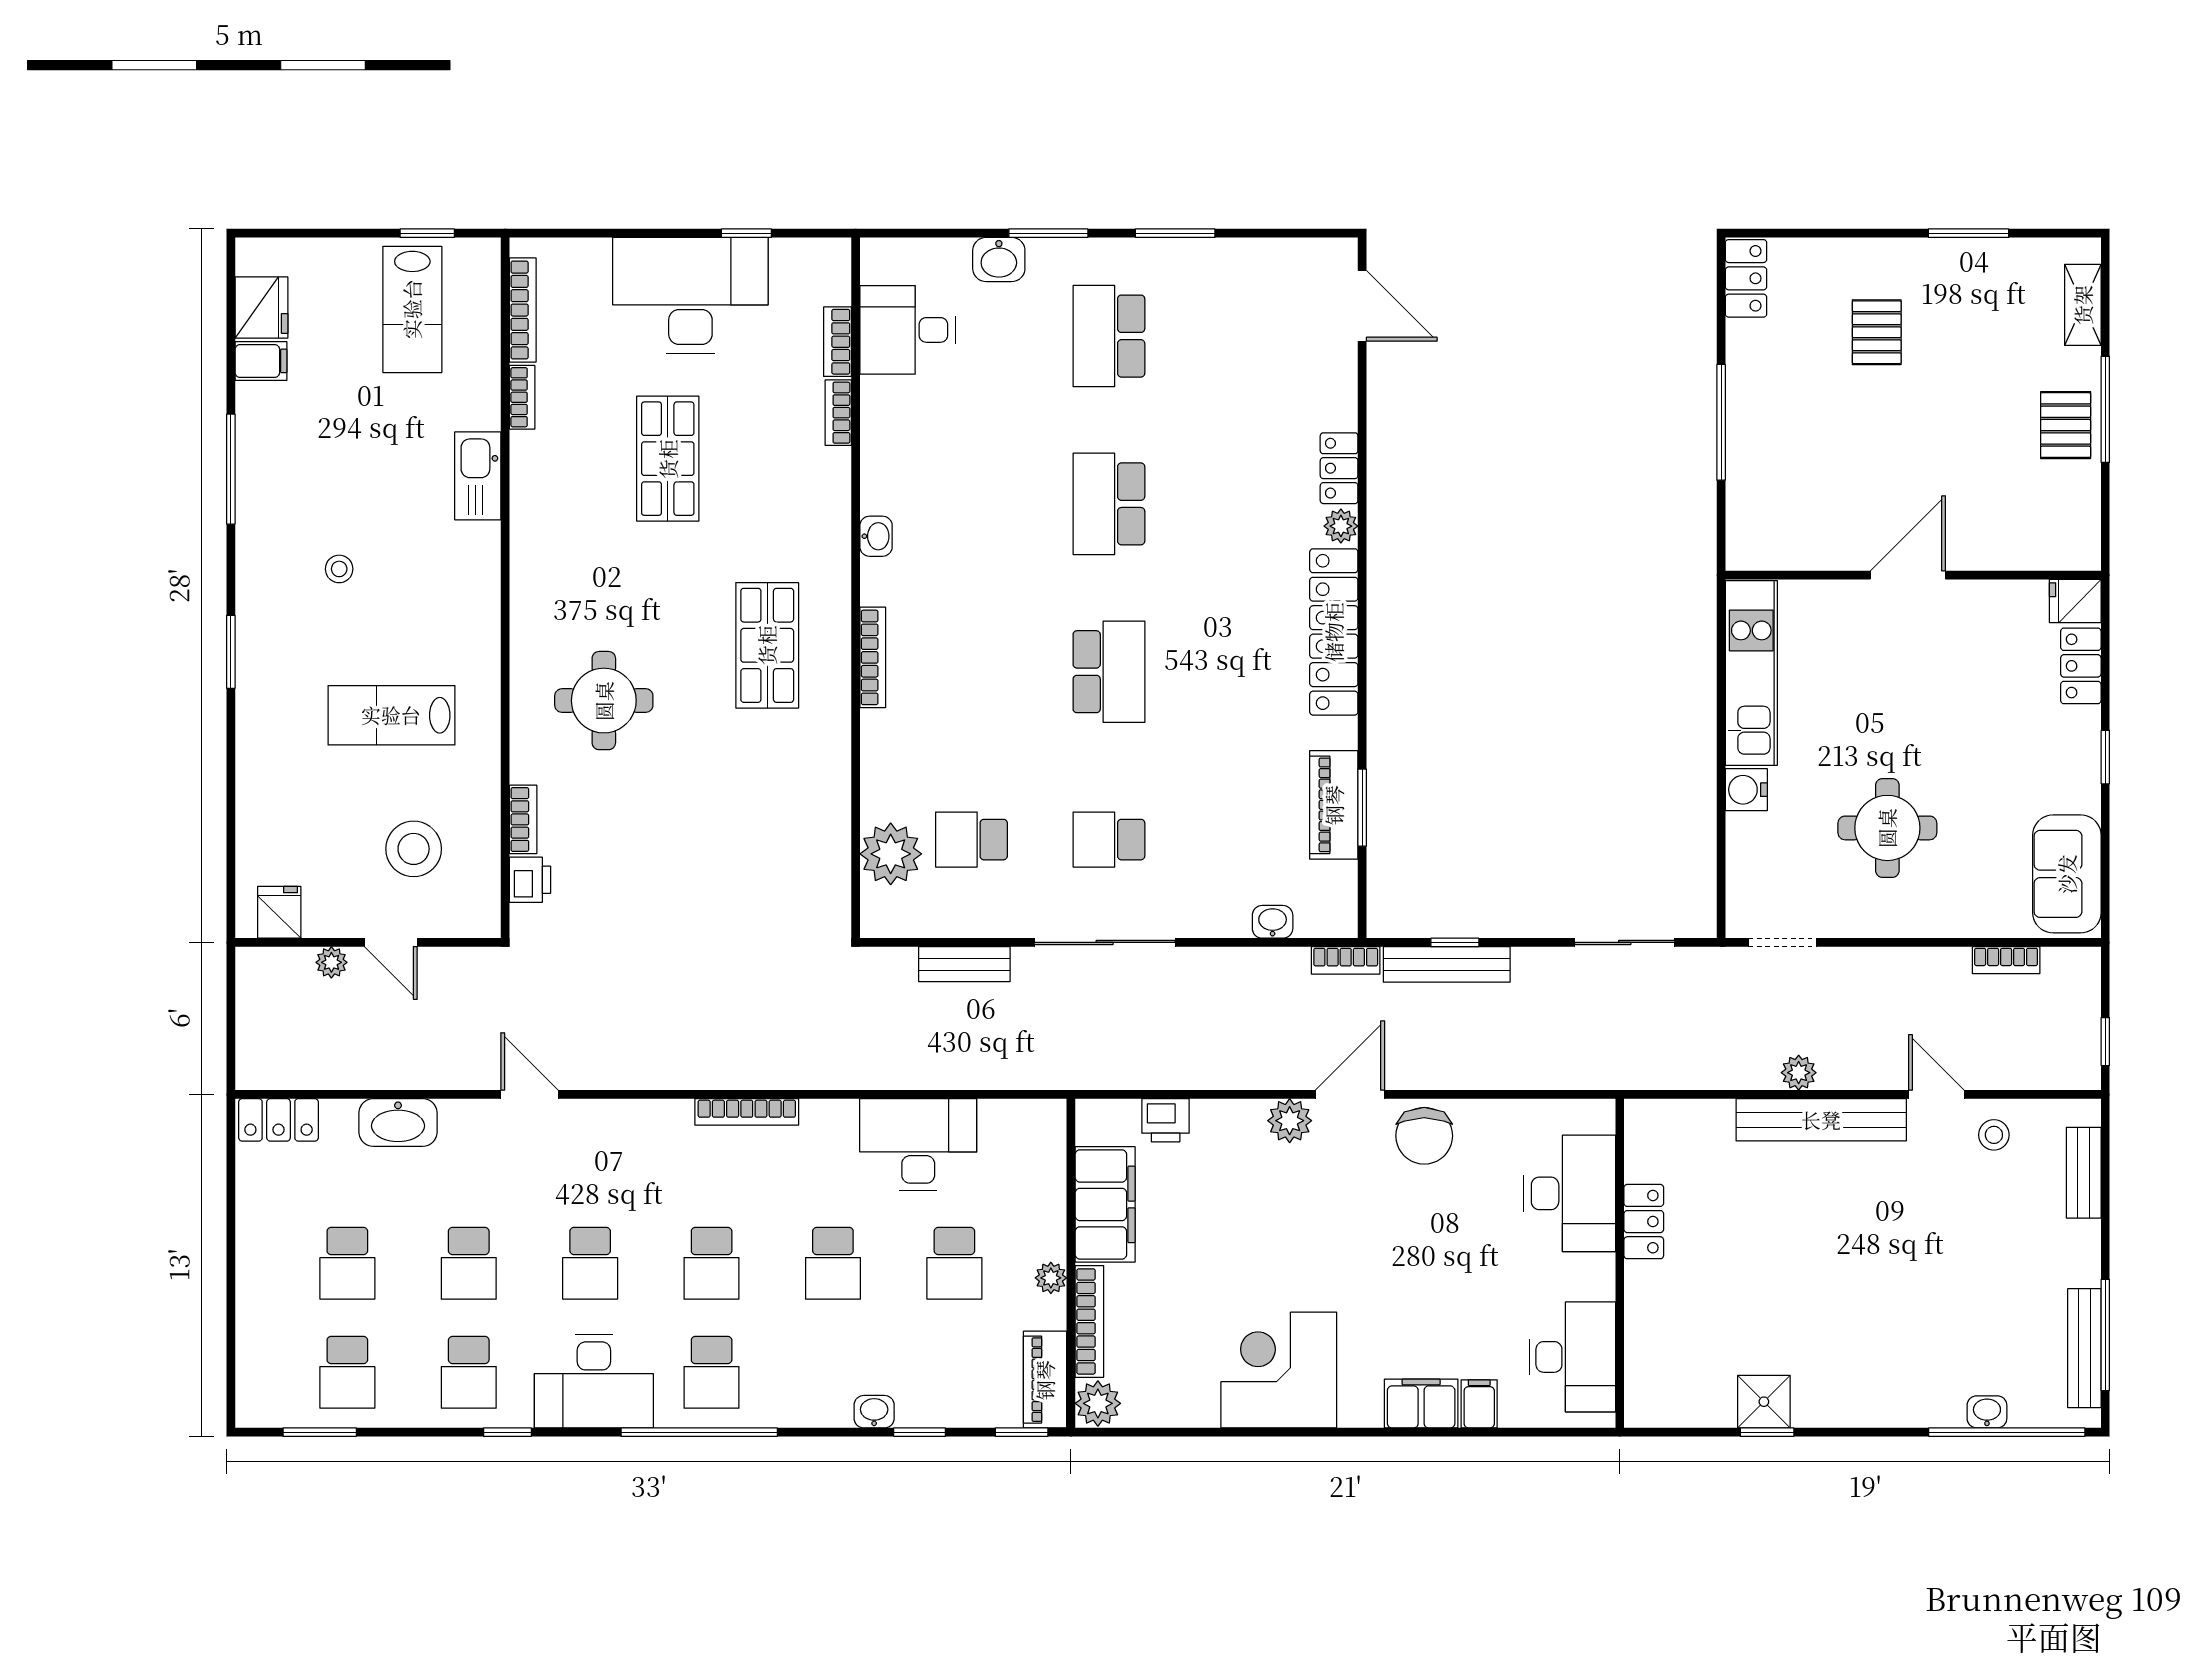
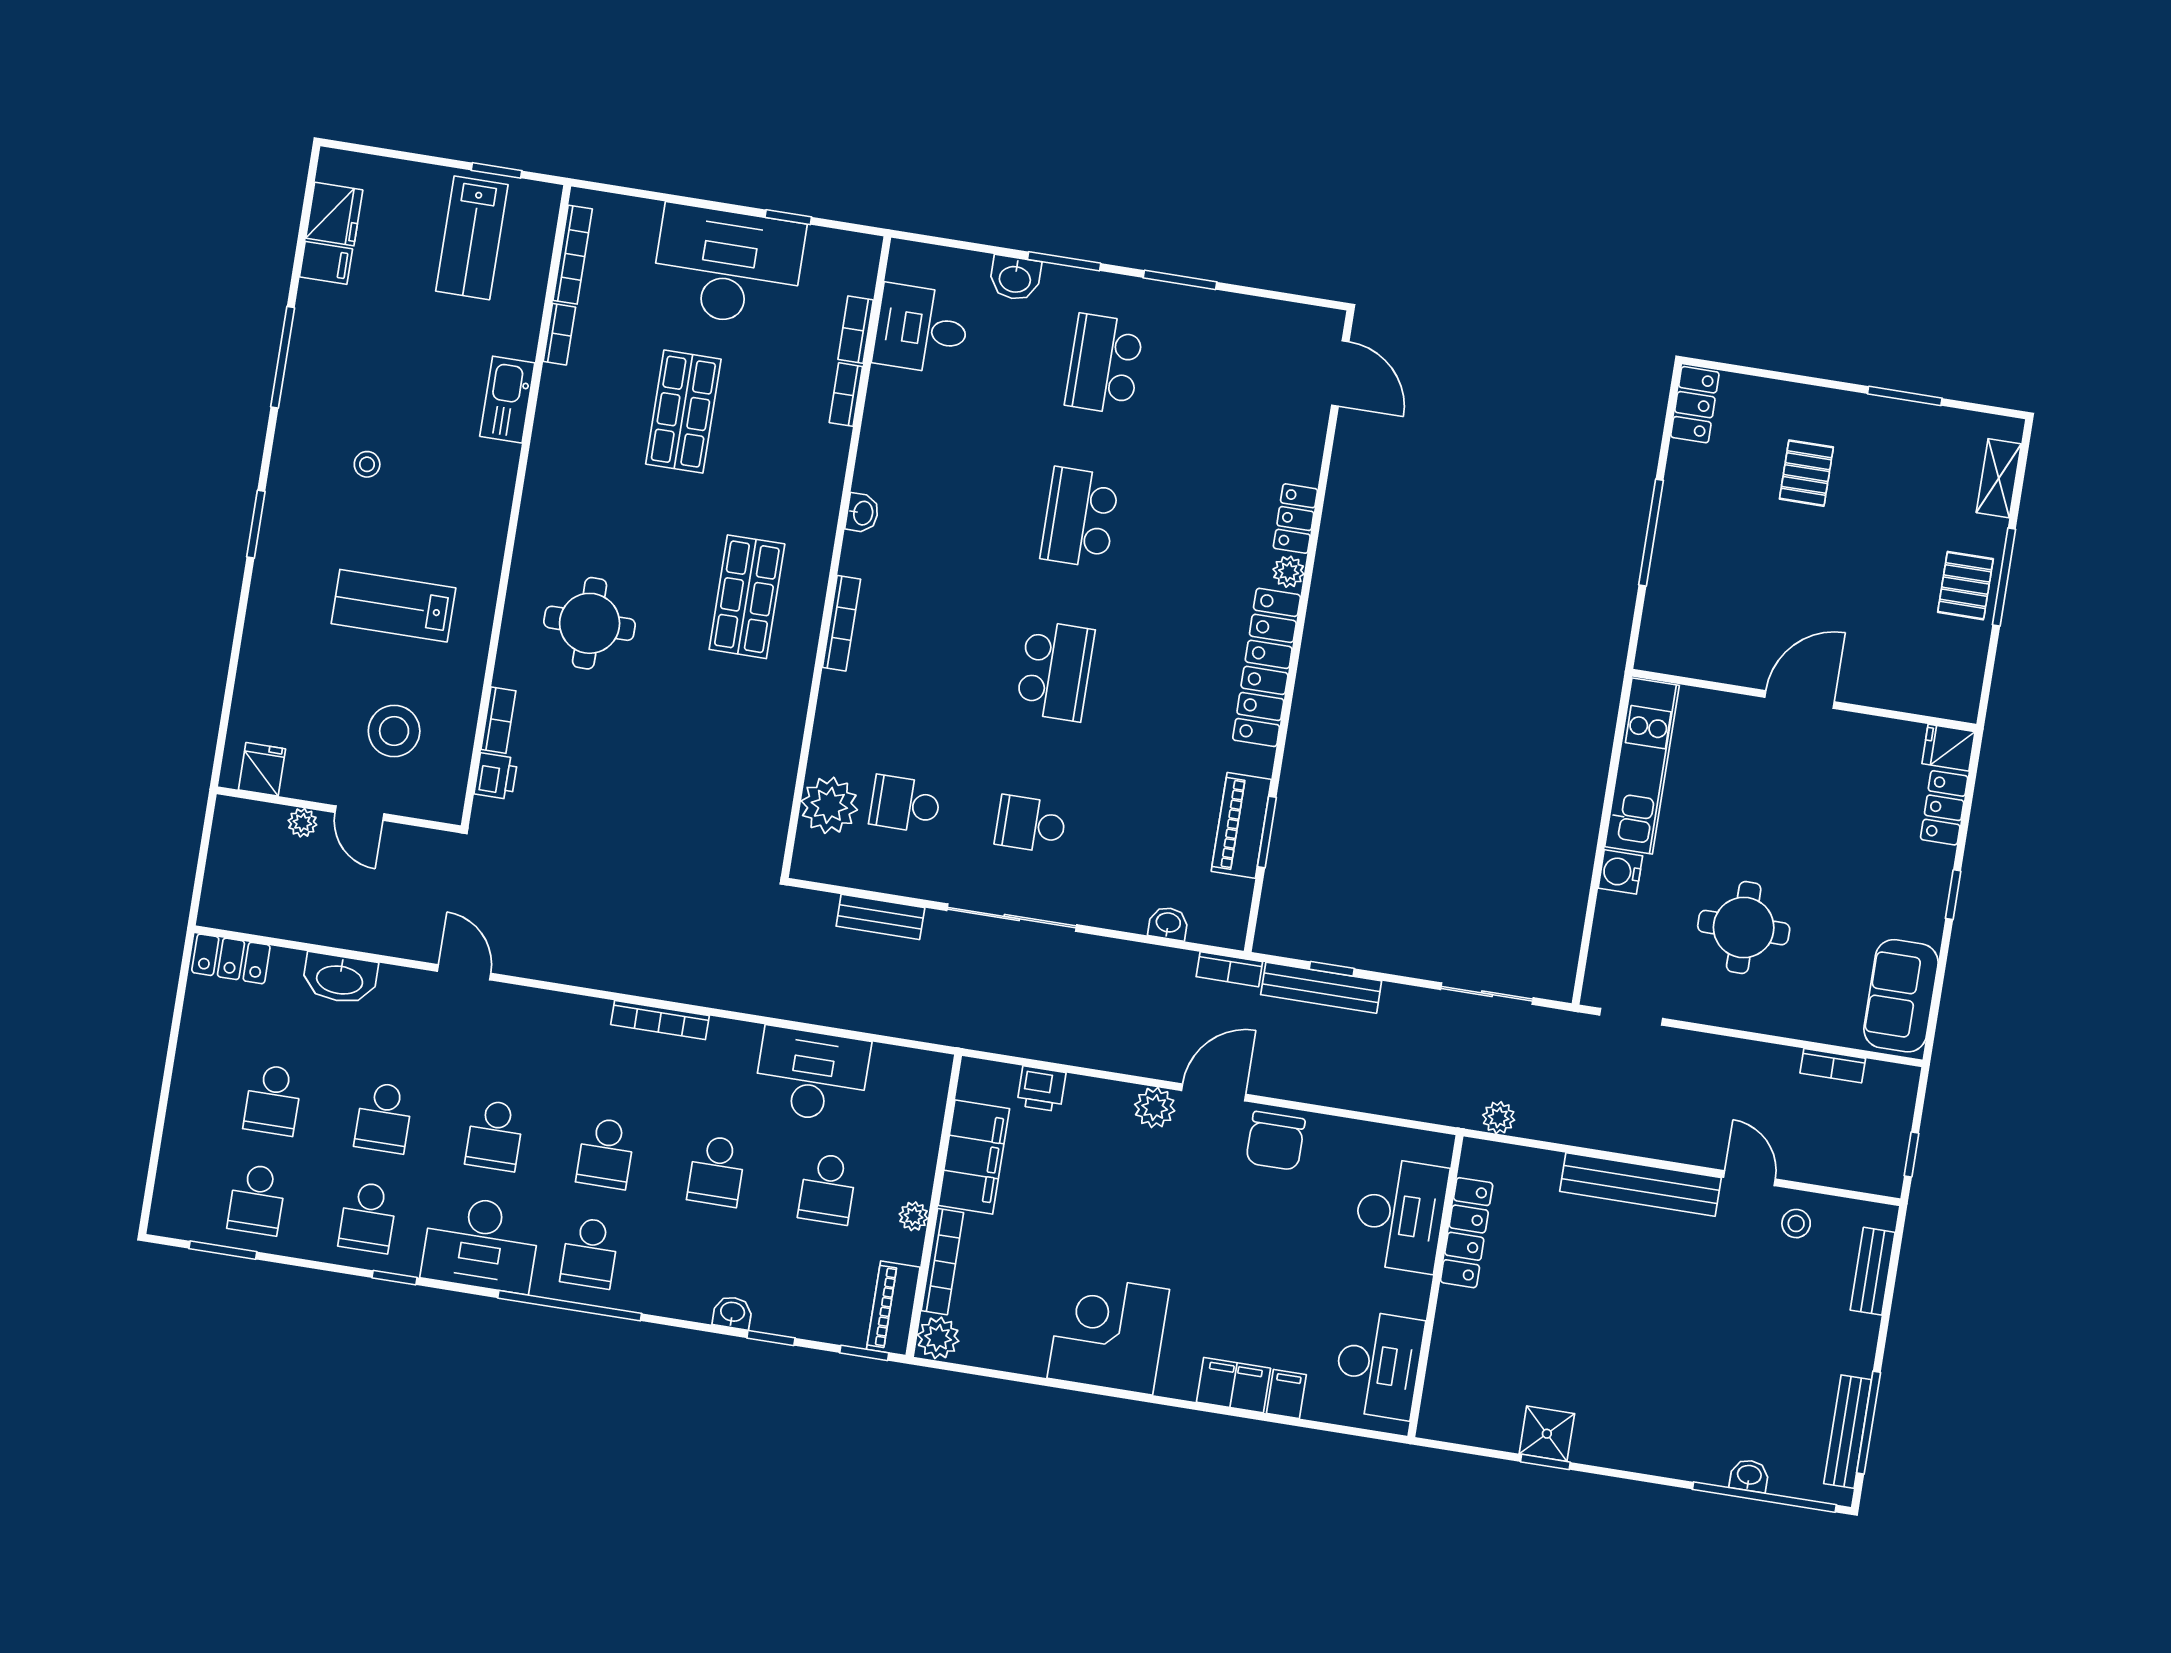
plant: (1799, 1073) -> (1499, 1118), moved
locker: (1644, 1222) -> (1467, 1233), width x1.53

